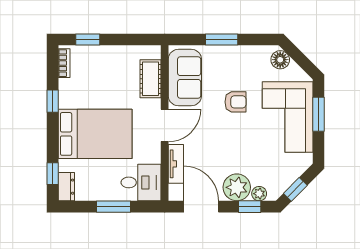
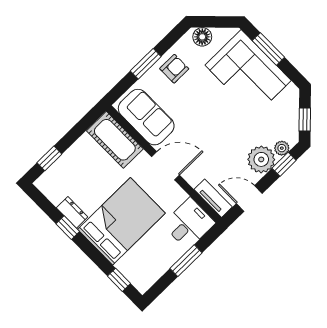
bookcase: (64, 63) -> (49, 192), removed
cot: (151, 79) -> (115, 140), width x1.37, depth x1.34
armchair: (235, 102) -> (174, 69), moved
door: (165, 125) -> (166, 166), hinge flipped
tv unit: (176, 164) -> (213, 198), moved
dresser: (66, 187) -> (72, 212), moved
door: (201, 207) -> (249, 198), width x0.73

